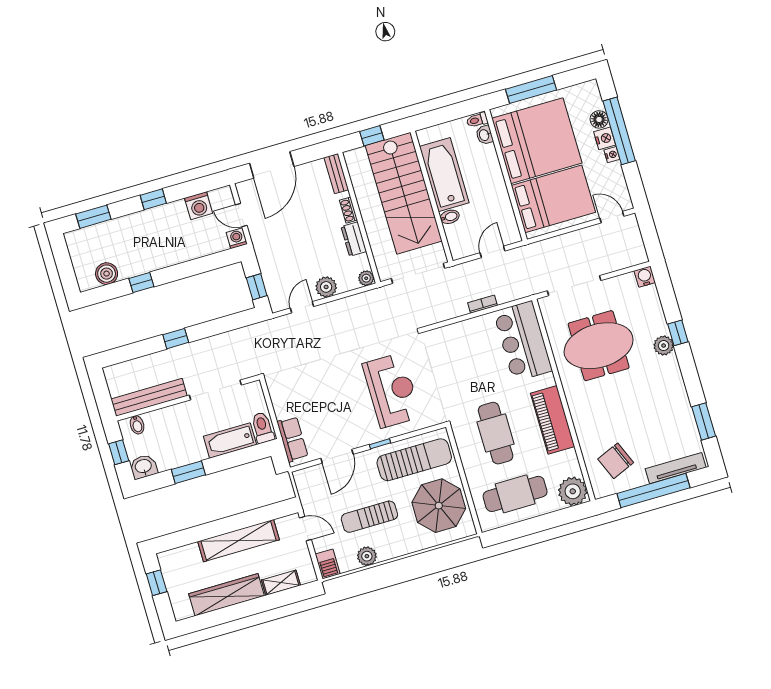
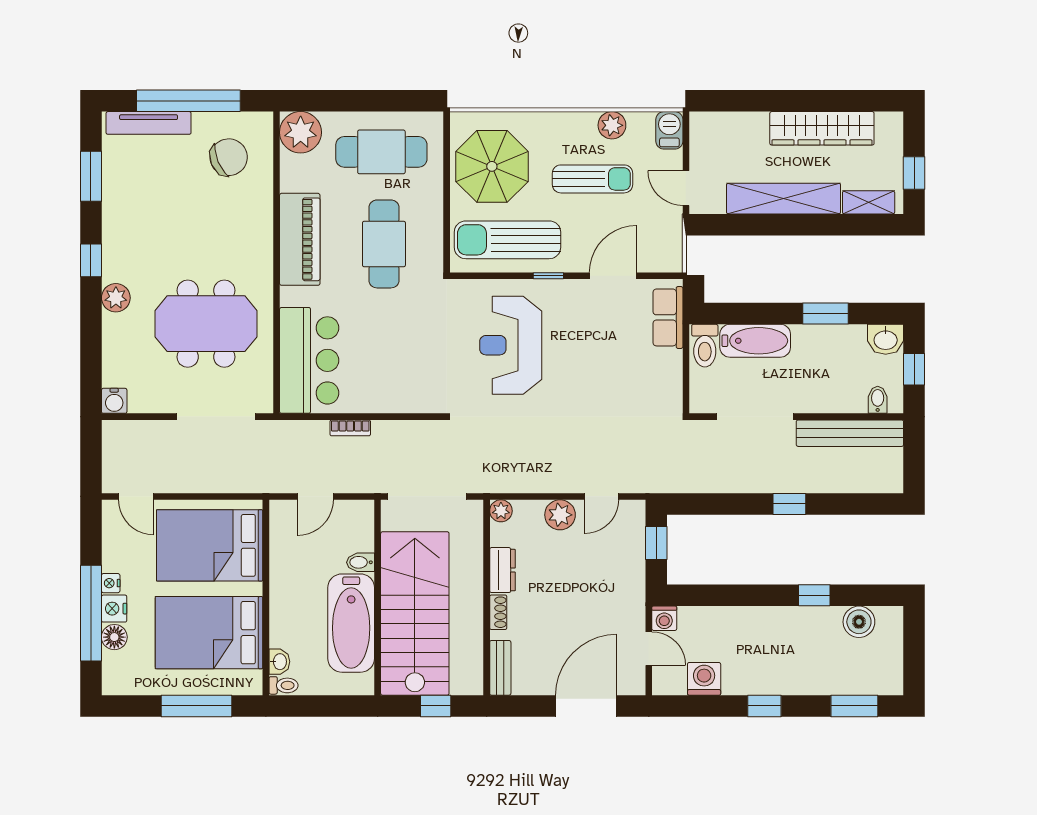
bed: (537, 141) -> (209, 633), width x0.73
window: (678, 333) -> (91, 260), moved
shelving: (281, 583) -> (869, 202), moved

